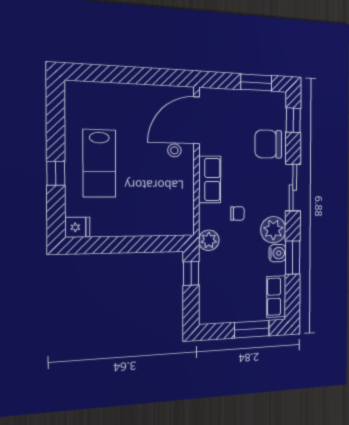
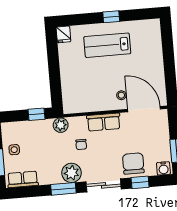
window: (293, 120) -> (140, 182), moved
window: (56, 173) -> (111, 17), moved
water cooler: (277, 253) -> (163, 168), moved
window: (293, 258) -> (63, 189), moved
side table: (237, 307) -> (14, 150), added

